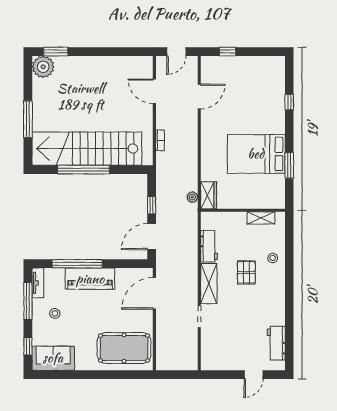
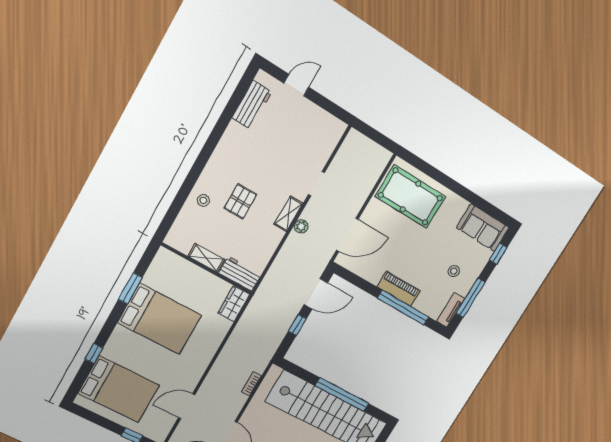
bed: (257, 84) -> (119, 389), added
plant: (192, 197) -> (301, 226), moved
shelving: (261, 218) -> (206, 258), moved
workbench: (209, 246) -> (240, 274), moved, turned 90
piano: (90, 279) -> (399, 289), width x0.73, depth x0.75
shelving: (209, 284) -> (289, 214), width x0.67, depth x0.75

